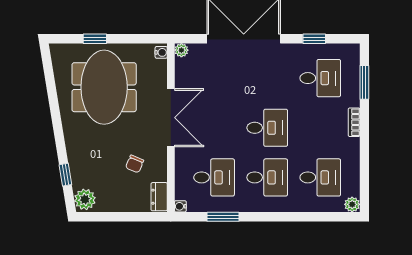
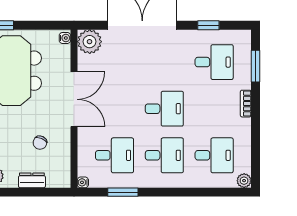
plant: (181, 50) -> (90, 42), width x1.87, depth x1.87
dresser: (159, 197) -> (32, 180), moved, turned 90

